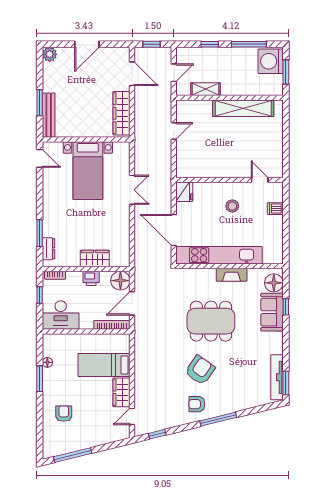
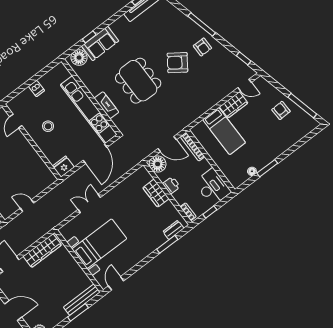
dishwasher: (275, 209) -> (36, 88), moved
fireplace: (232, 275) -> (107, 105), moved
armchair: (64, 414) -> (281, 110), moved, turned 88

